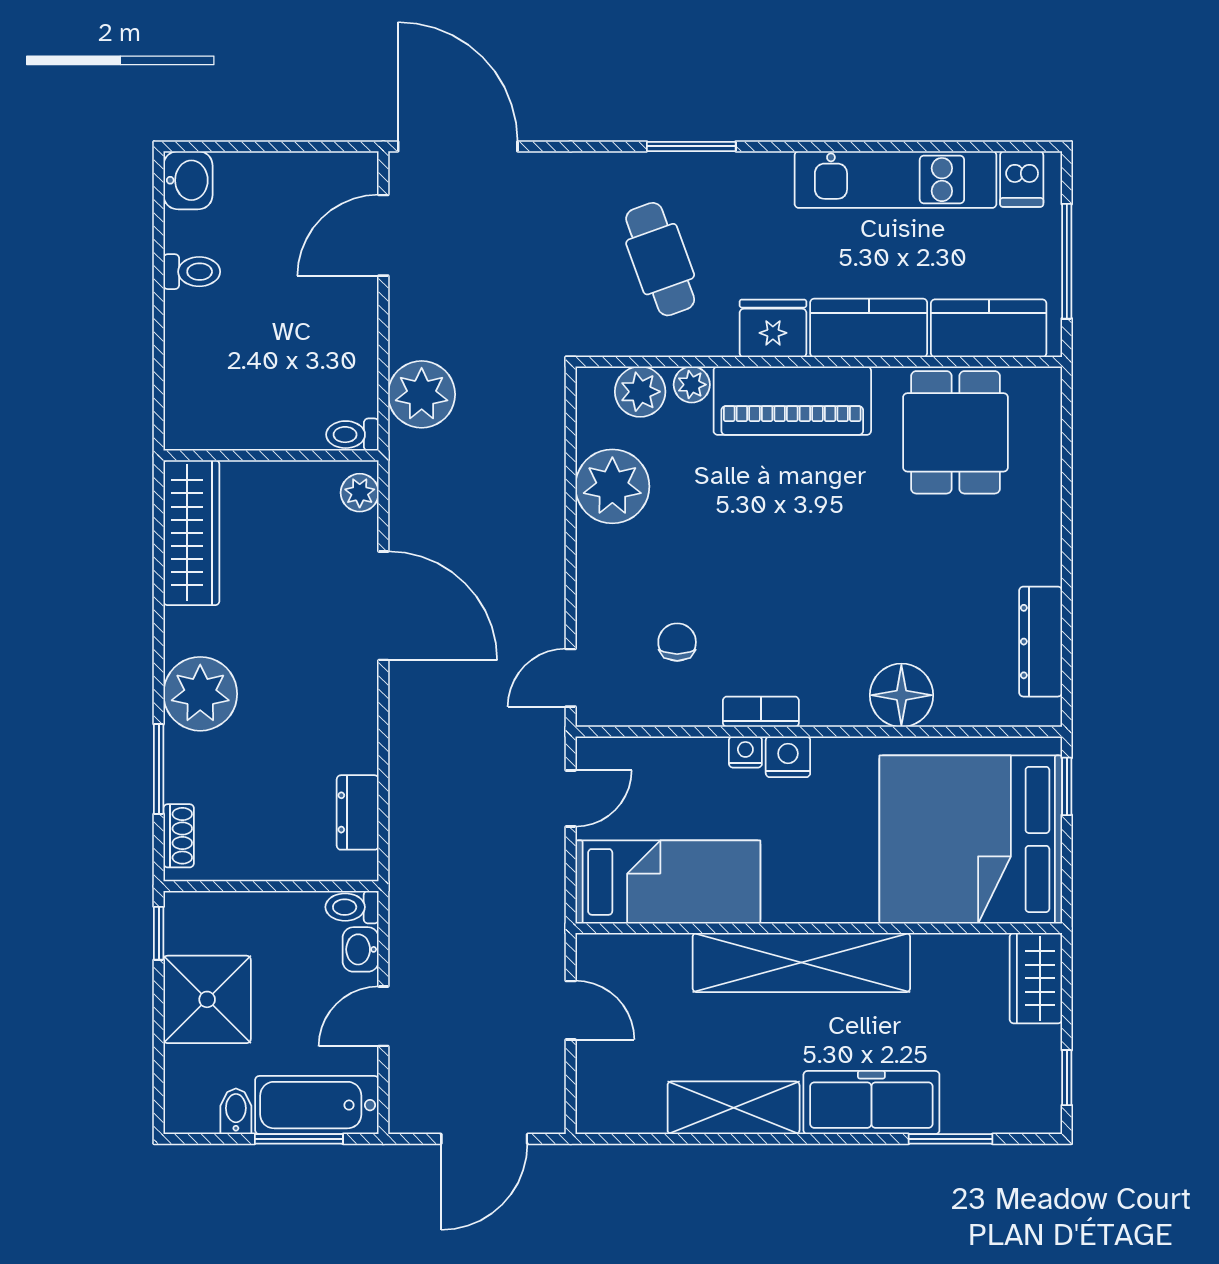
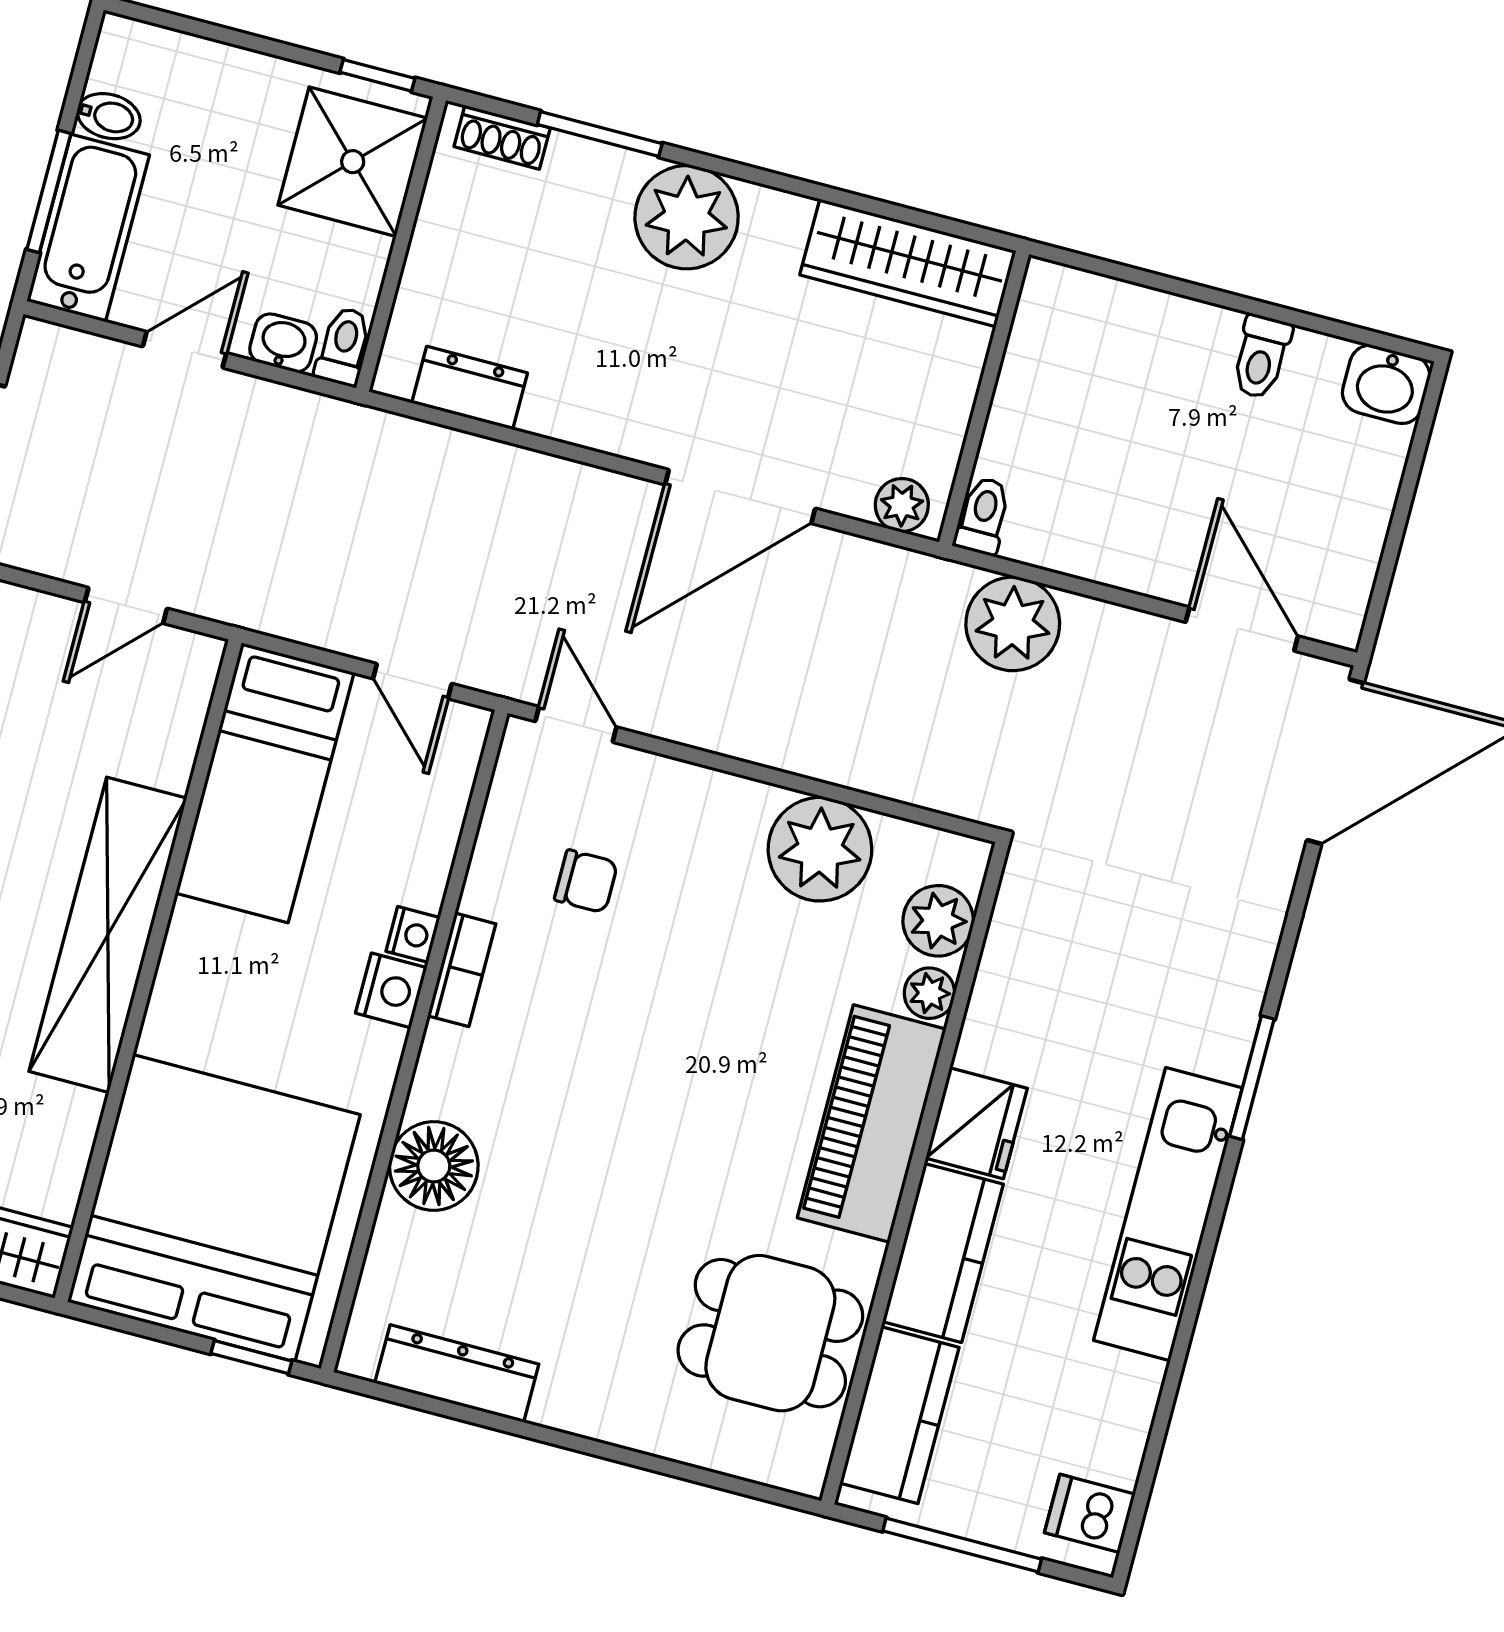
kitchen unit: (896, 180) -> (1168, 1214), moved
cafe table: (660, 259) -> (1111, 995), removed
shower: (207, 999) -> (353, 162), moved
door: (383, 1016) -> (185, 350), hinge flipped

